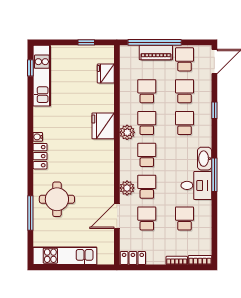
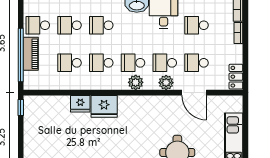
window: (86, 42) -> (21, 108), moved
fridge: (106, 73) -> (80, 104), moved
plant: (127, 132) -> (136, 82), moved

